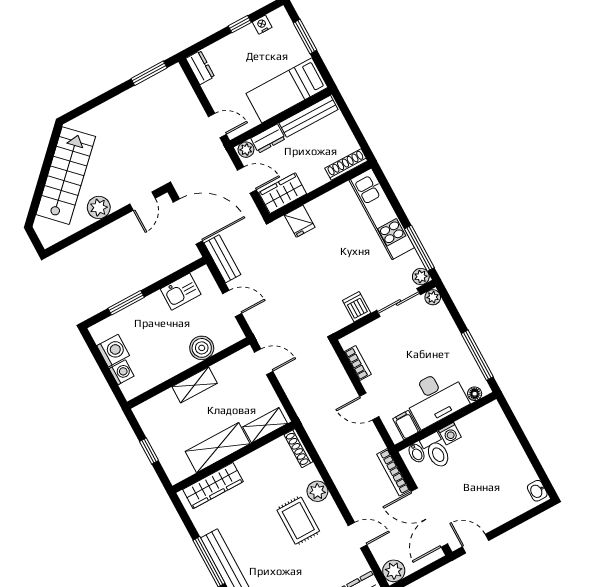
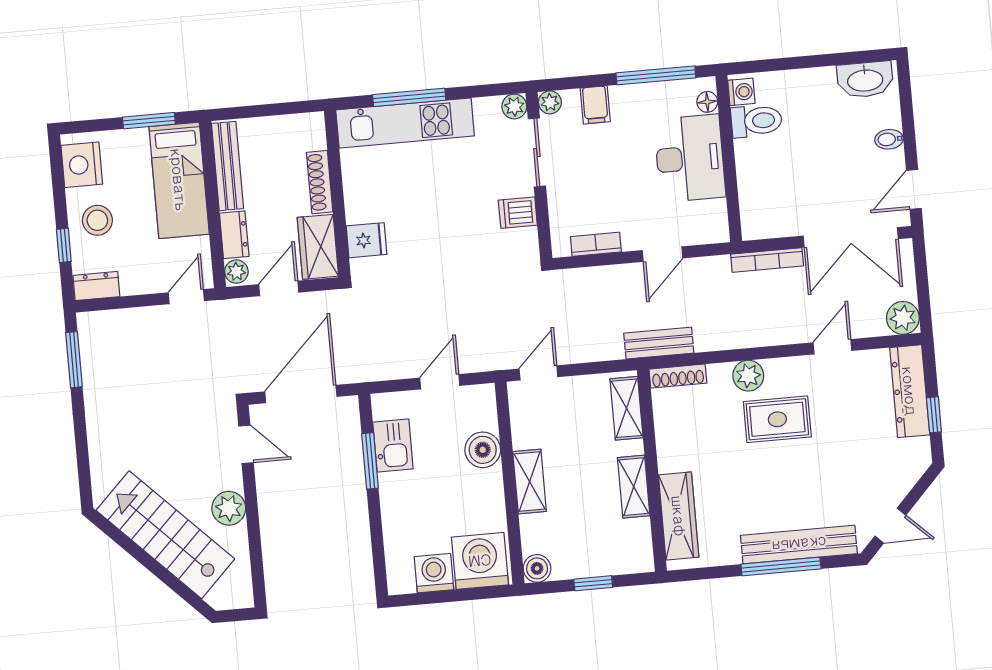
window: (240, 24) -> (64, 245), moved
nightstand: (262, 25) -> (82, 165), width x1.89, depth x1.79
window: (305, 36) -> (149, 121), moved
stool: (241, 51) -> (97, 220), added
shoe rack: (346, 164) -> (320, 182), moved
window: (419, 248) -> (409, 97), moved
bench: (222, 259) -> (659, 343), moved
window: (126, 303) -> (370, 461), moved
washing machine: (122, 372) -> (480, 561), width x1.89, depth x1.89
boiler: (143, 413) -> (537, 568), added
filing cabinet: (406, 425) -> (595, 105), moved, turned -90
washing machine: (450, 434) -> (741, 92), moved
shelving: (218, 448) -> (634, 487), width x0.67, depth x0.75
toilet: (436, 451) -> (757, 121), moved
bidet: (417, 453) -> (889, 139), moved, turned 180
washbasin: (537, 491) -> (865, 80), width x1.91, depth x1.45

